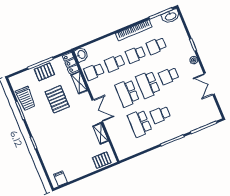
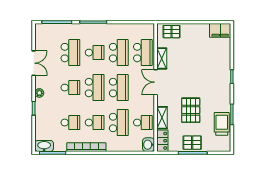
school desk: (115, 63) -> (119, 123), width x1.85
school desk: (181, 106) -> (70, 53), added
school desk: (119, 132) -> (143, 53), added
filing cabinet: (60, 178) -> (220, 30), width x2.00

